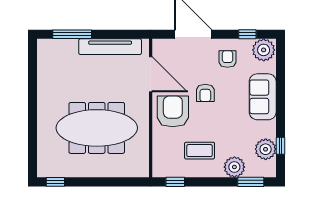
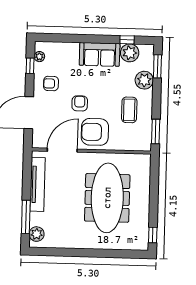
plant: (53, 47) -> (37, 234), added
plant: (264, 50) -> (39, 57), width x0.53, depth x0.53
armchair: (205, 93) -> (80, 103), turned -90
sofa: (263, 97) -> (100, 54), moved
window: (175, 182) -> (156, 131), width x1.50

